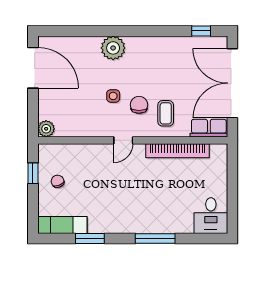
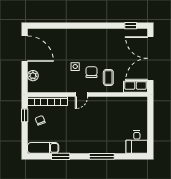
plant: (113, 48) -> (75, 36), removed
plant: (46, 129) -> (33, 76), moved
bookcase: (178, 151) -> (48, 101), moved

